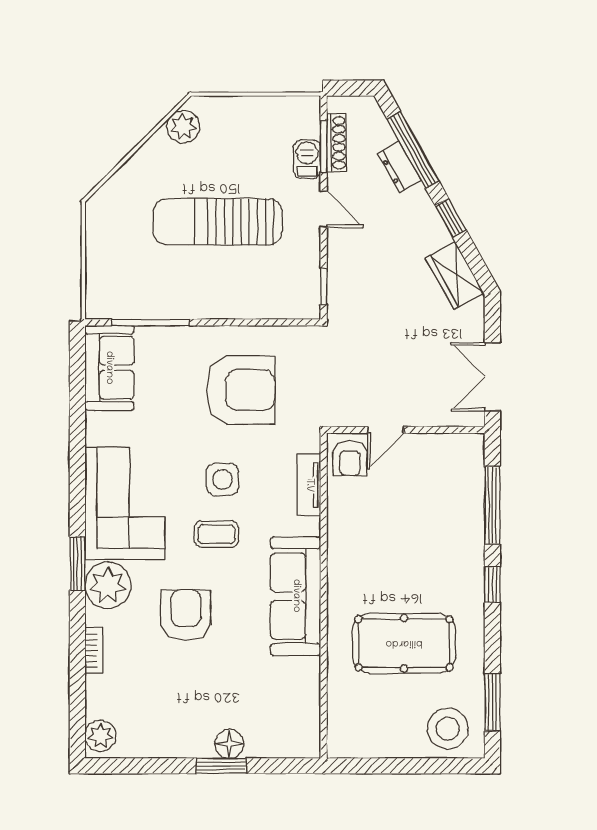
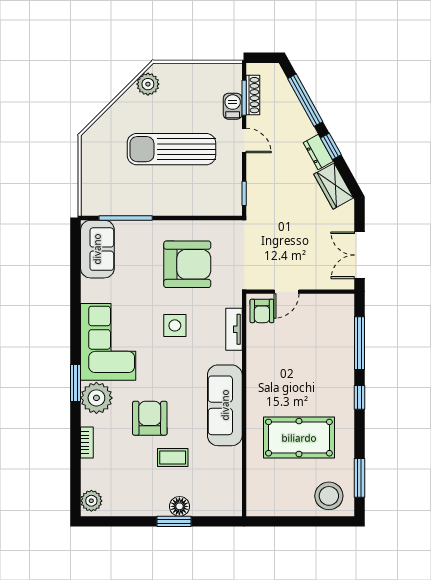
dresser: (399, 167) -> (318, 152), moved
coffee table: (216, 534) -> (173, 458), moved

